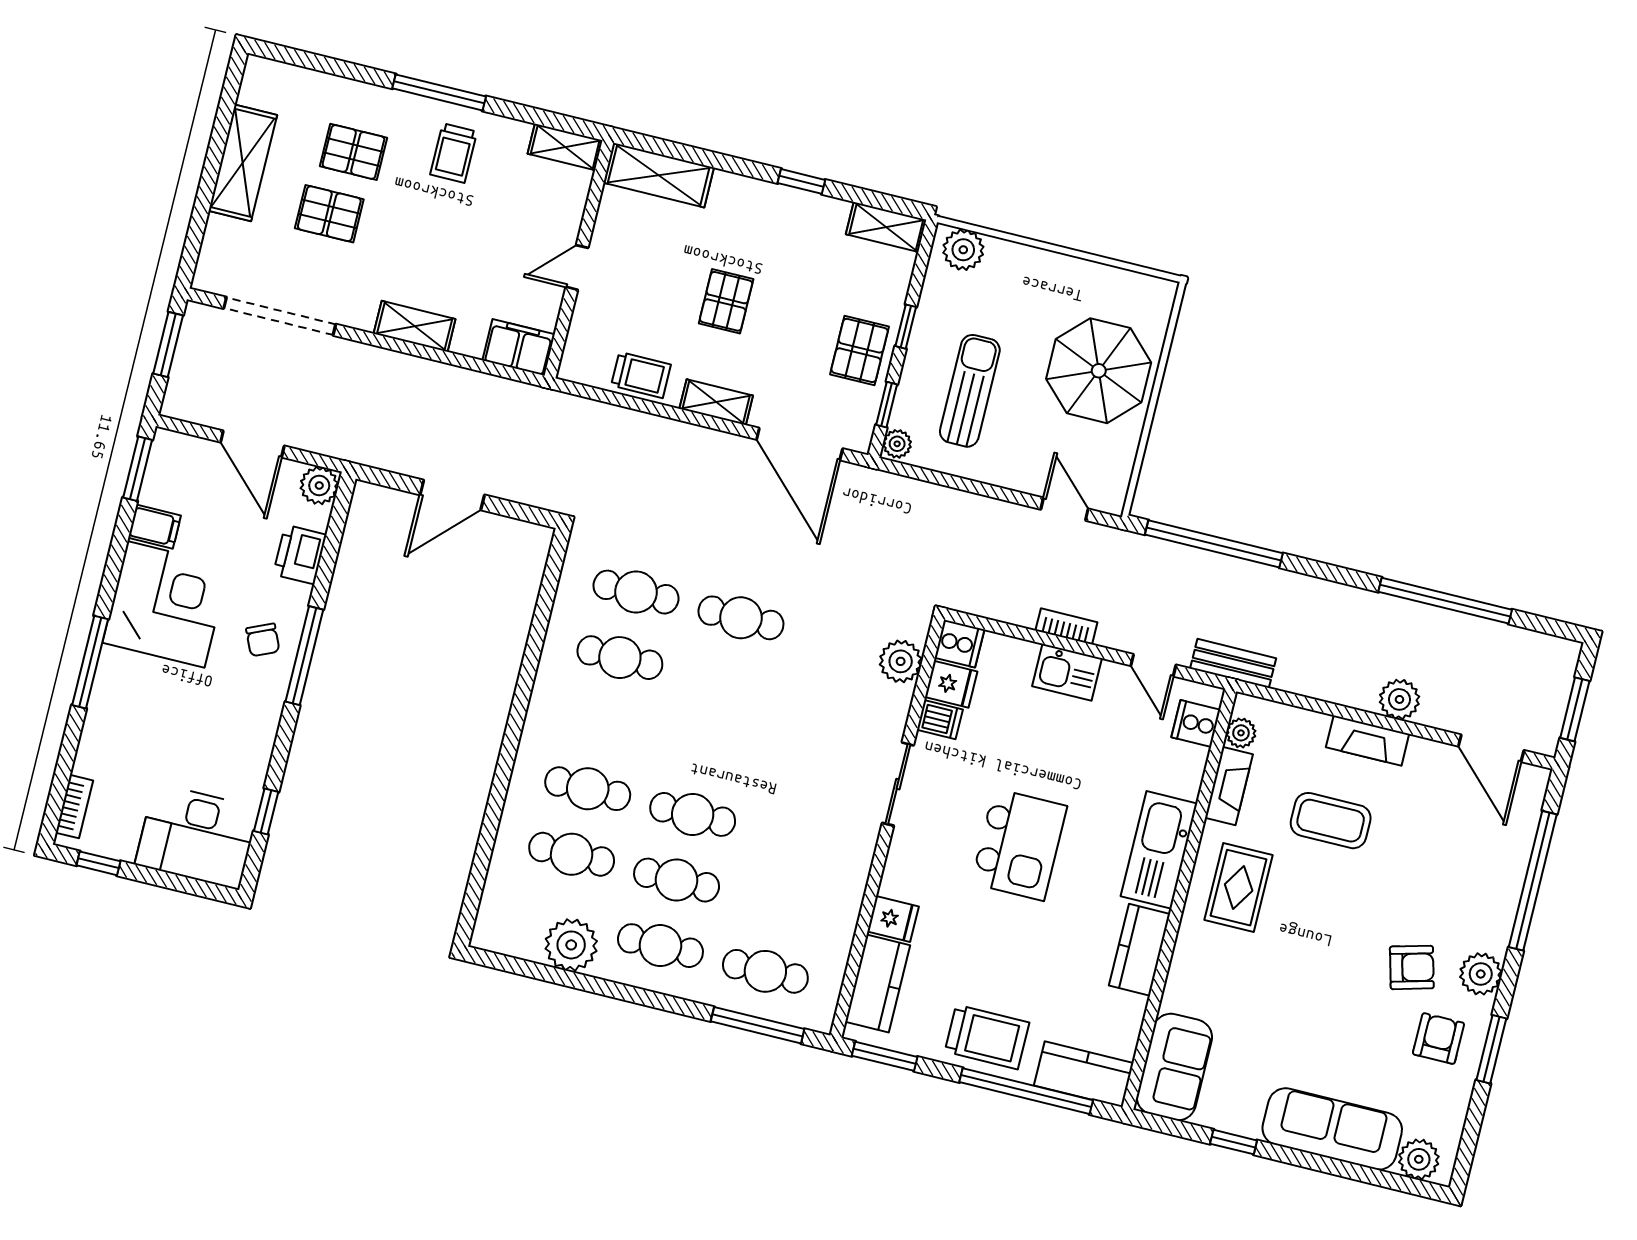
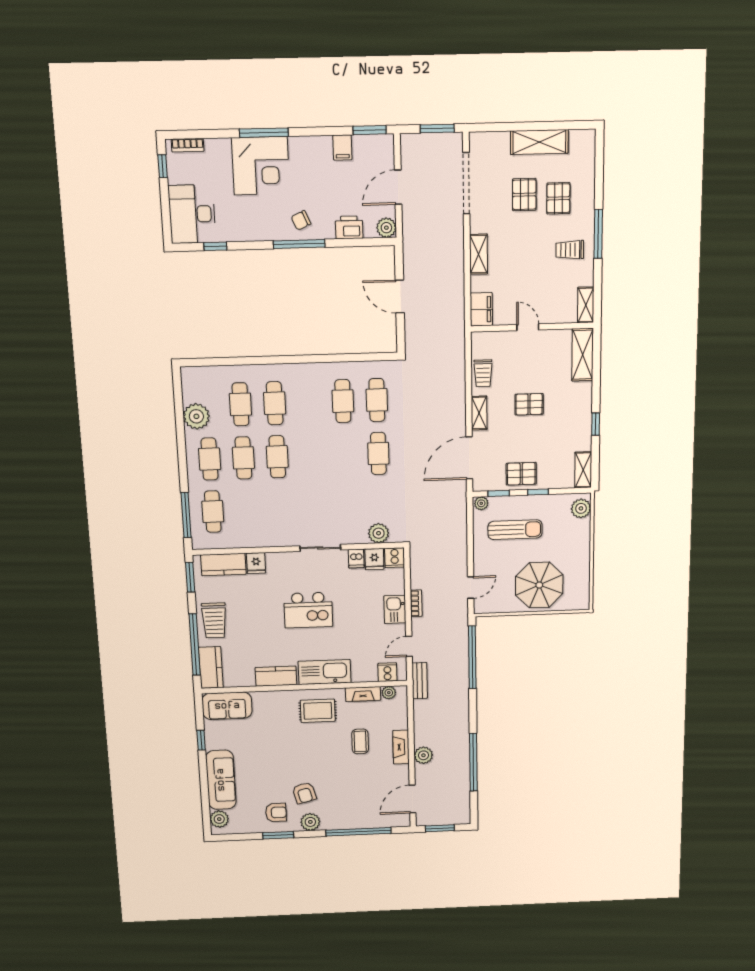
corner desk: (166, 604) -> (261, 166), moved
coffee table: (1331, 821) -> (360, 741), width x0.73, depth x0.77

